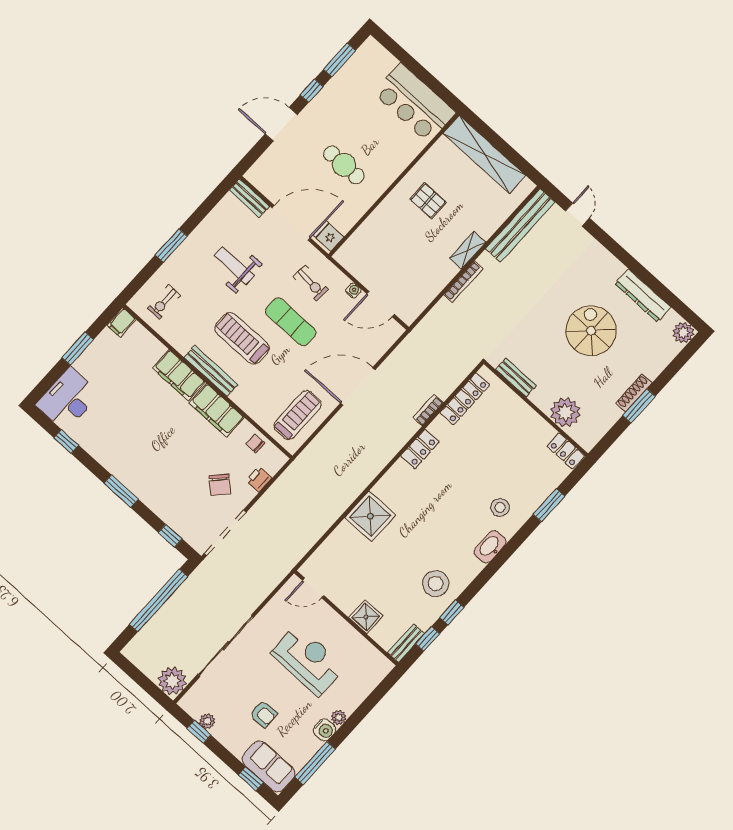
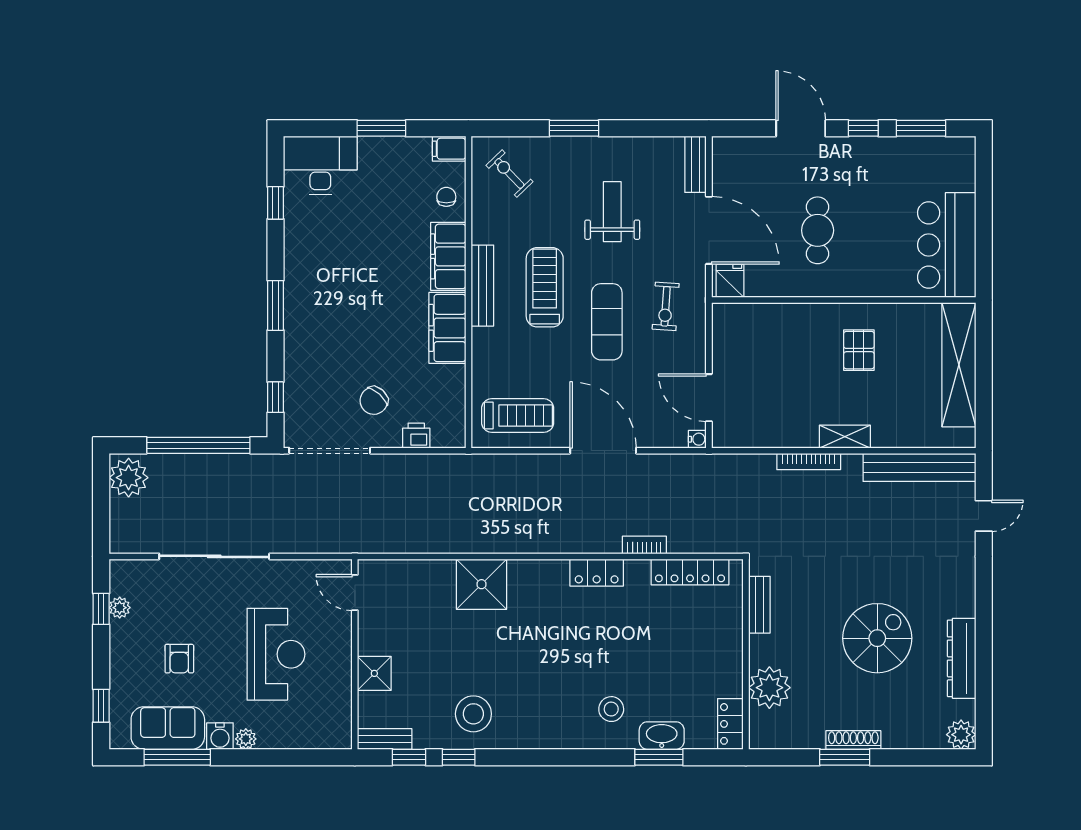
water cooler: (353, 291) -> (697, 439), moved
exercise bike: (164, 302) -> (509, 173), turned 46
chair: (255, 443) -> (446, 197), moved
washbasin: (490, 547) -> (662, 736), moved
plant: (172, 681) -> (129, 478), moved
sofa: (269, 766) -> (168, 728), moved, turned -90

